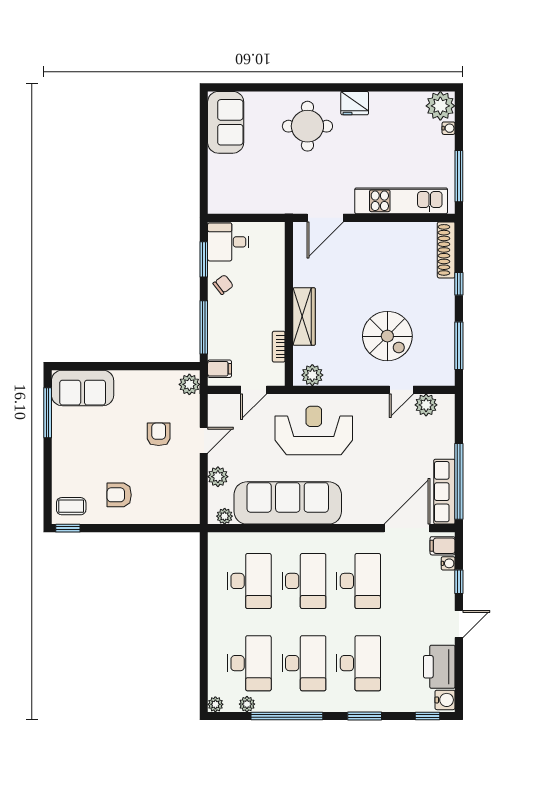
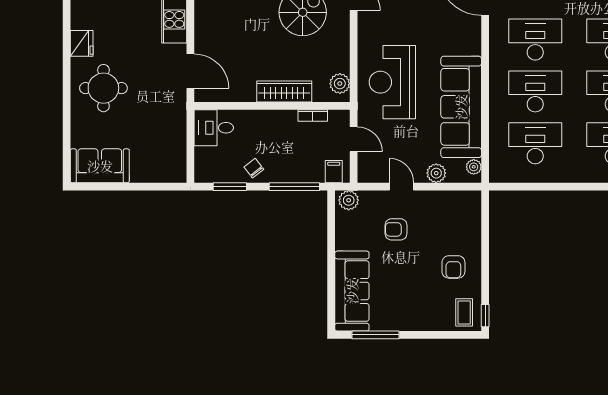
desk: (228, 242) -> (214, 128), moved, turned 90
sofa: (83, 388) -> (352, 291), width x1.36

